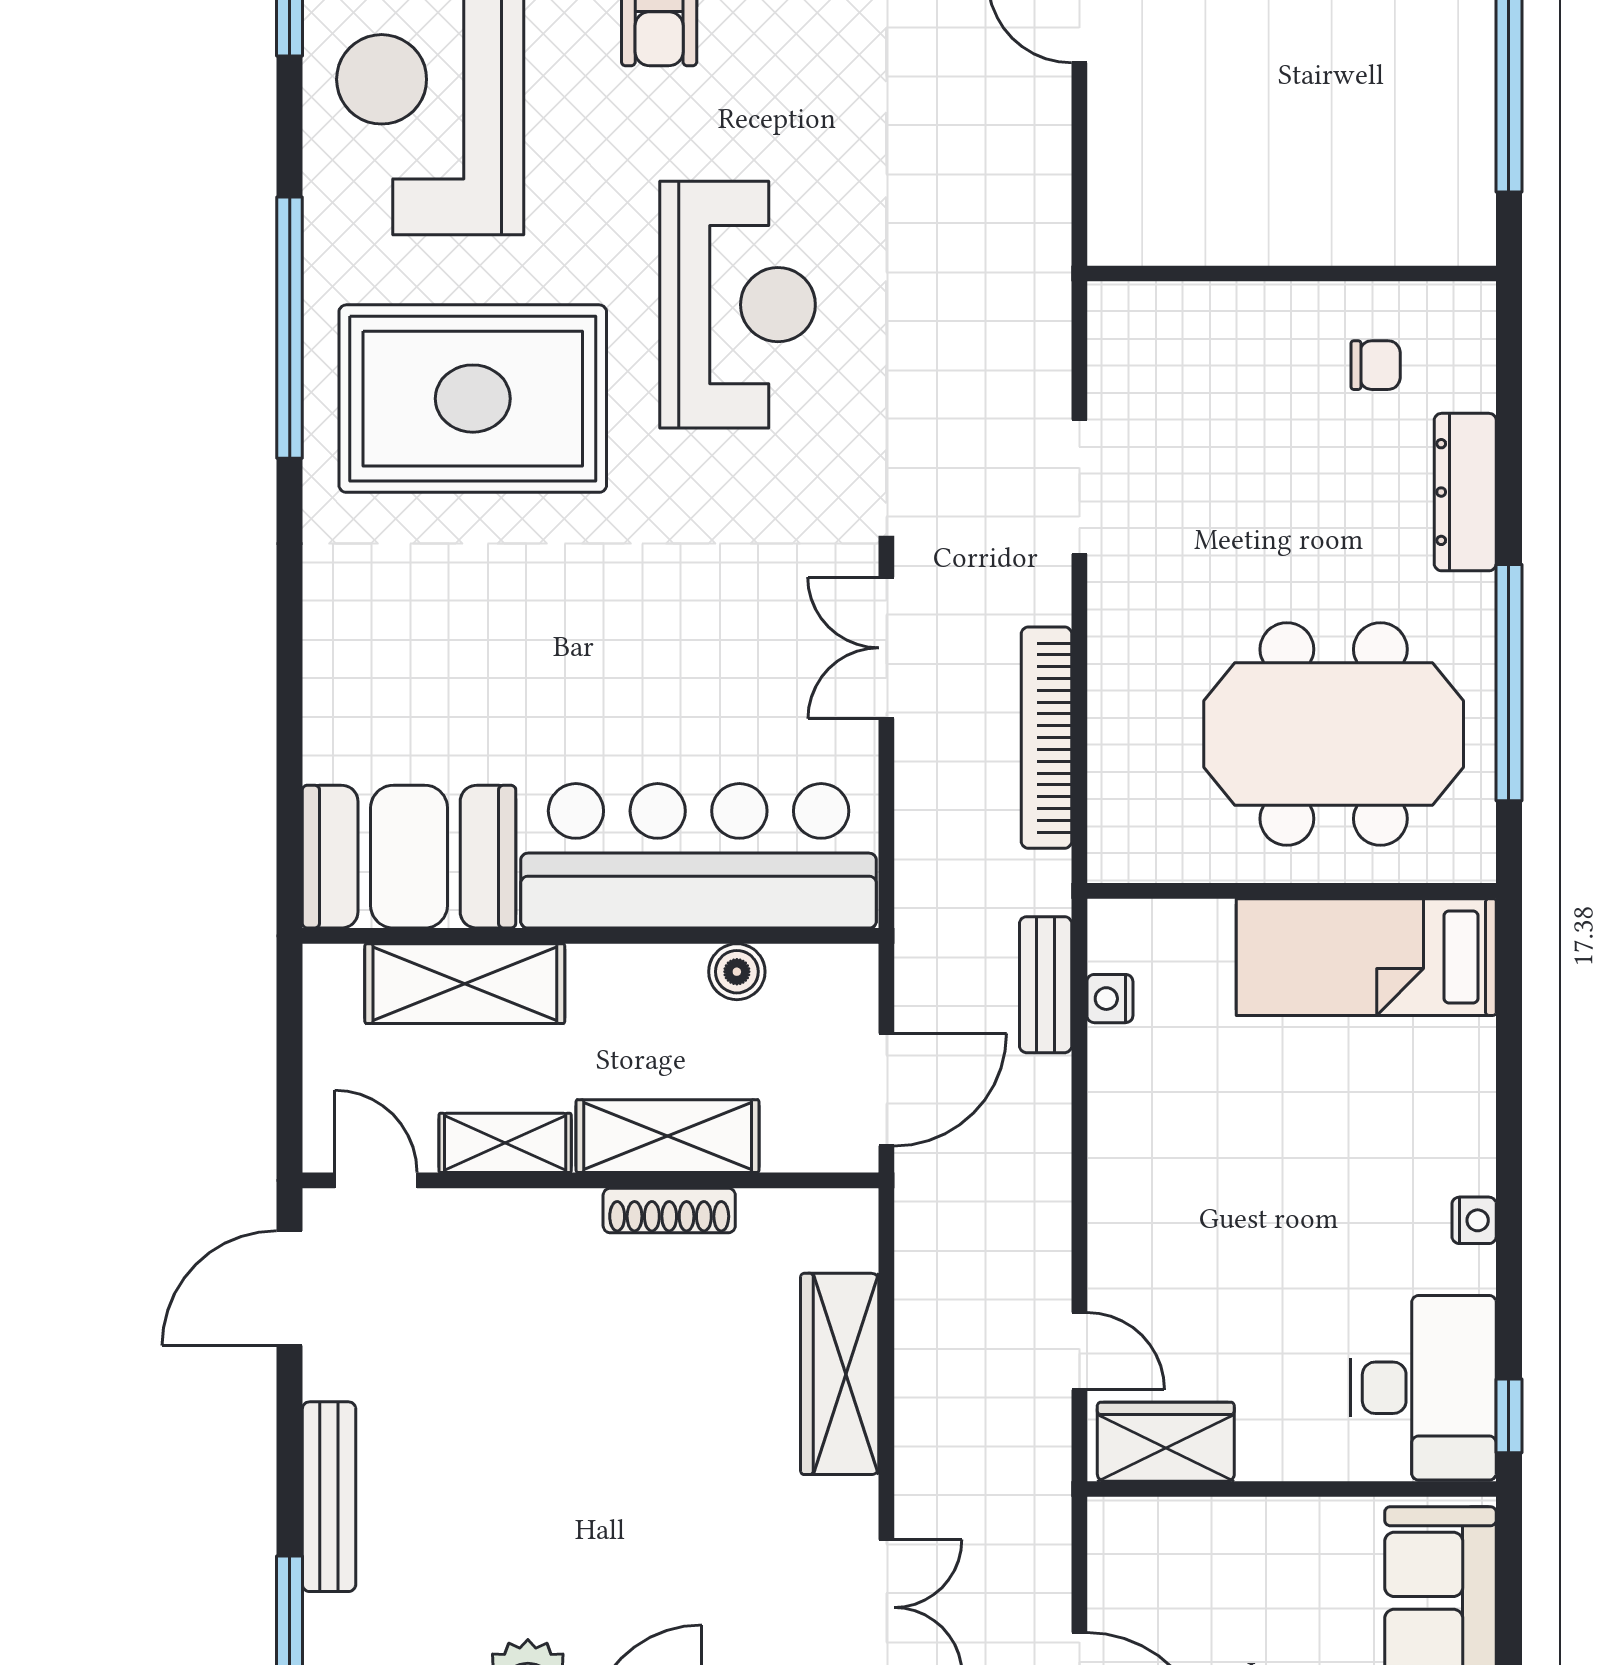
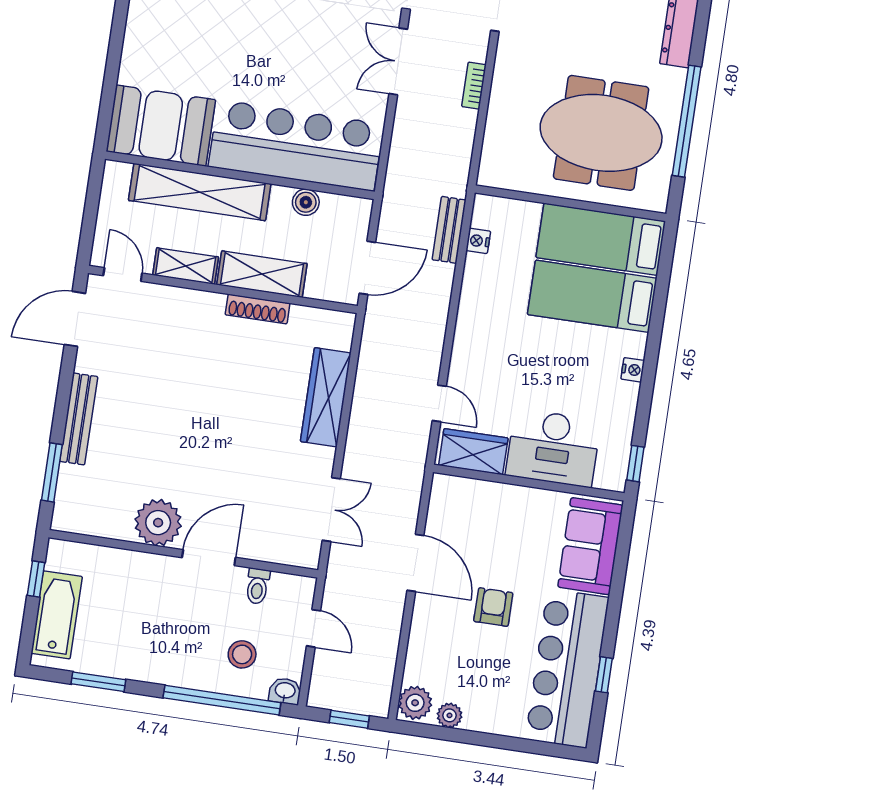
bookcase: (1046, 738) -> (474, 86), width x0.43, depth x0.76
shelving: (465, 984) -> (200, 192), width x1.47
bed: (1366, 1079) -> (592, 296), added
desk: (1423, 1388) -> (553, 448), moved, turned 90

